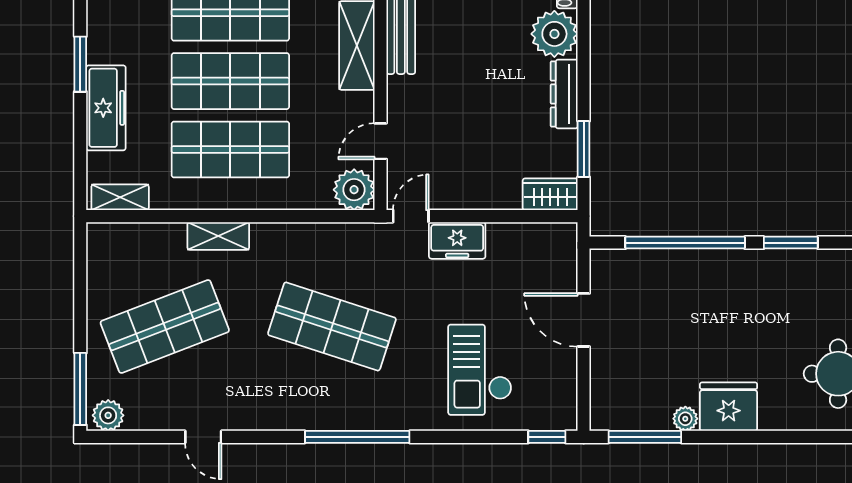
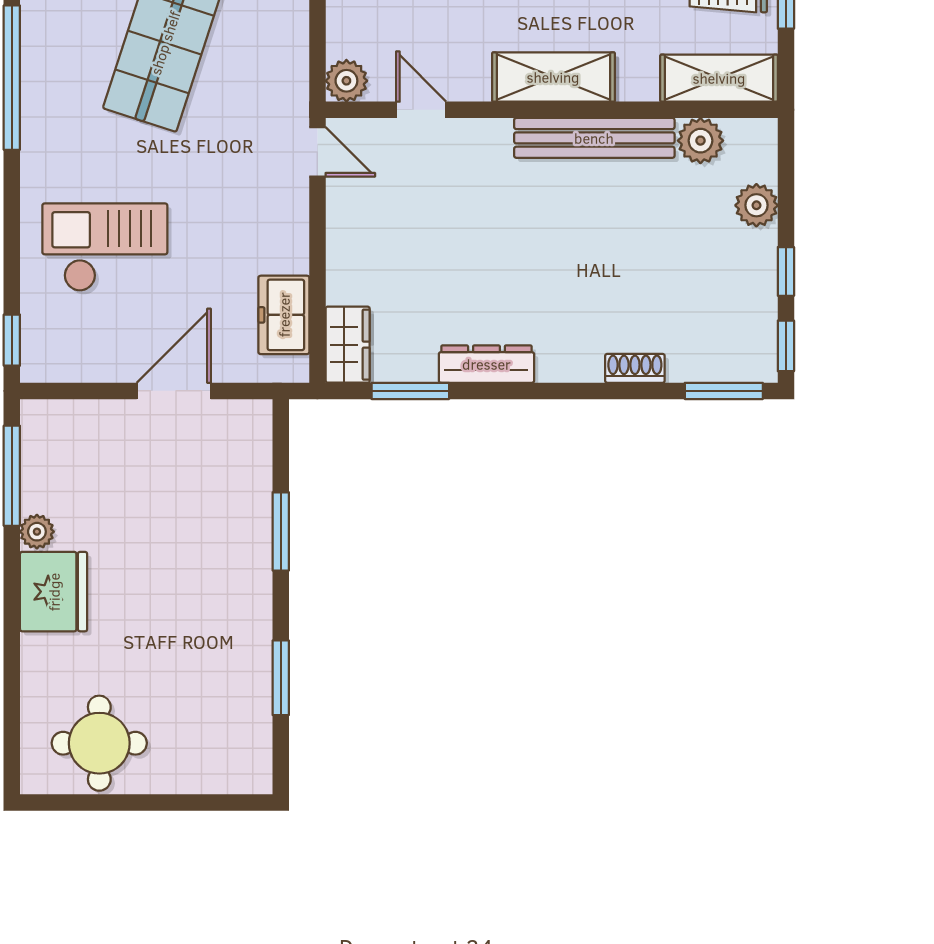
plant: (554, 34) -> (570, 351), removed
plant: (354, 190) -> (346, 81), width x0.73, depth x0.73
freezer: (457, 240) -> (284, 315), moved
window: (685, 243) -> (281, 531), width x0.47

